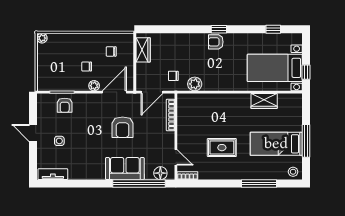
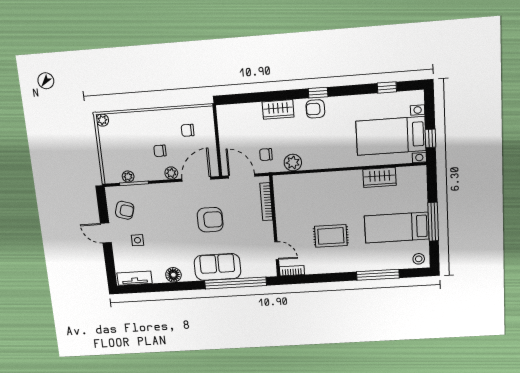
wardrobe: (143, 50) -> (278, 109), moved, turned 90
plant: (58, 86) -> (128, 177), added
door: (152, 92) -> (242, 176), swing flipped
armchair: (65, 105) -> (125, 210), moved, turned -73
armchair: (123, 127) -> (210, 220), turned -90
floor lamp: (160, 173) -> (173, 275), moved

